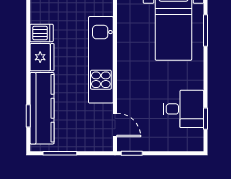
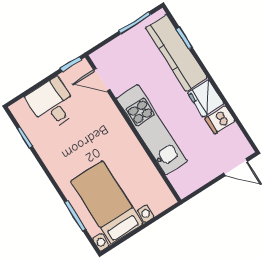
desk: (183, 109) -> (52, 104), moved, turned 90

